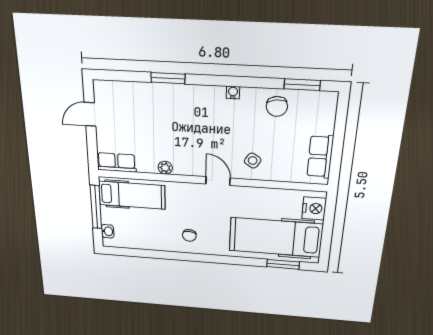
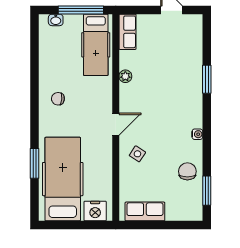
chair: (277, 106) -> (187, 171), turned 96
window: (283, 264) -> (34, 163), moved

